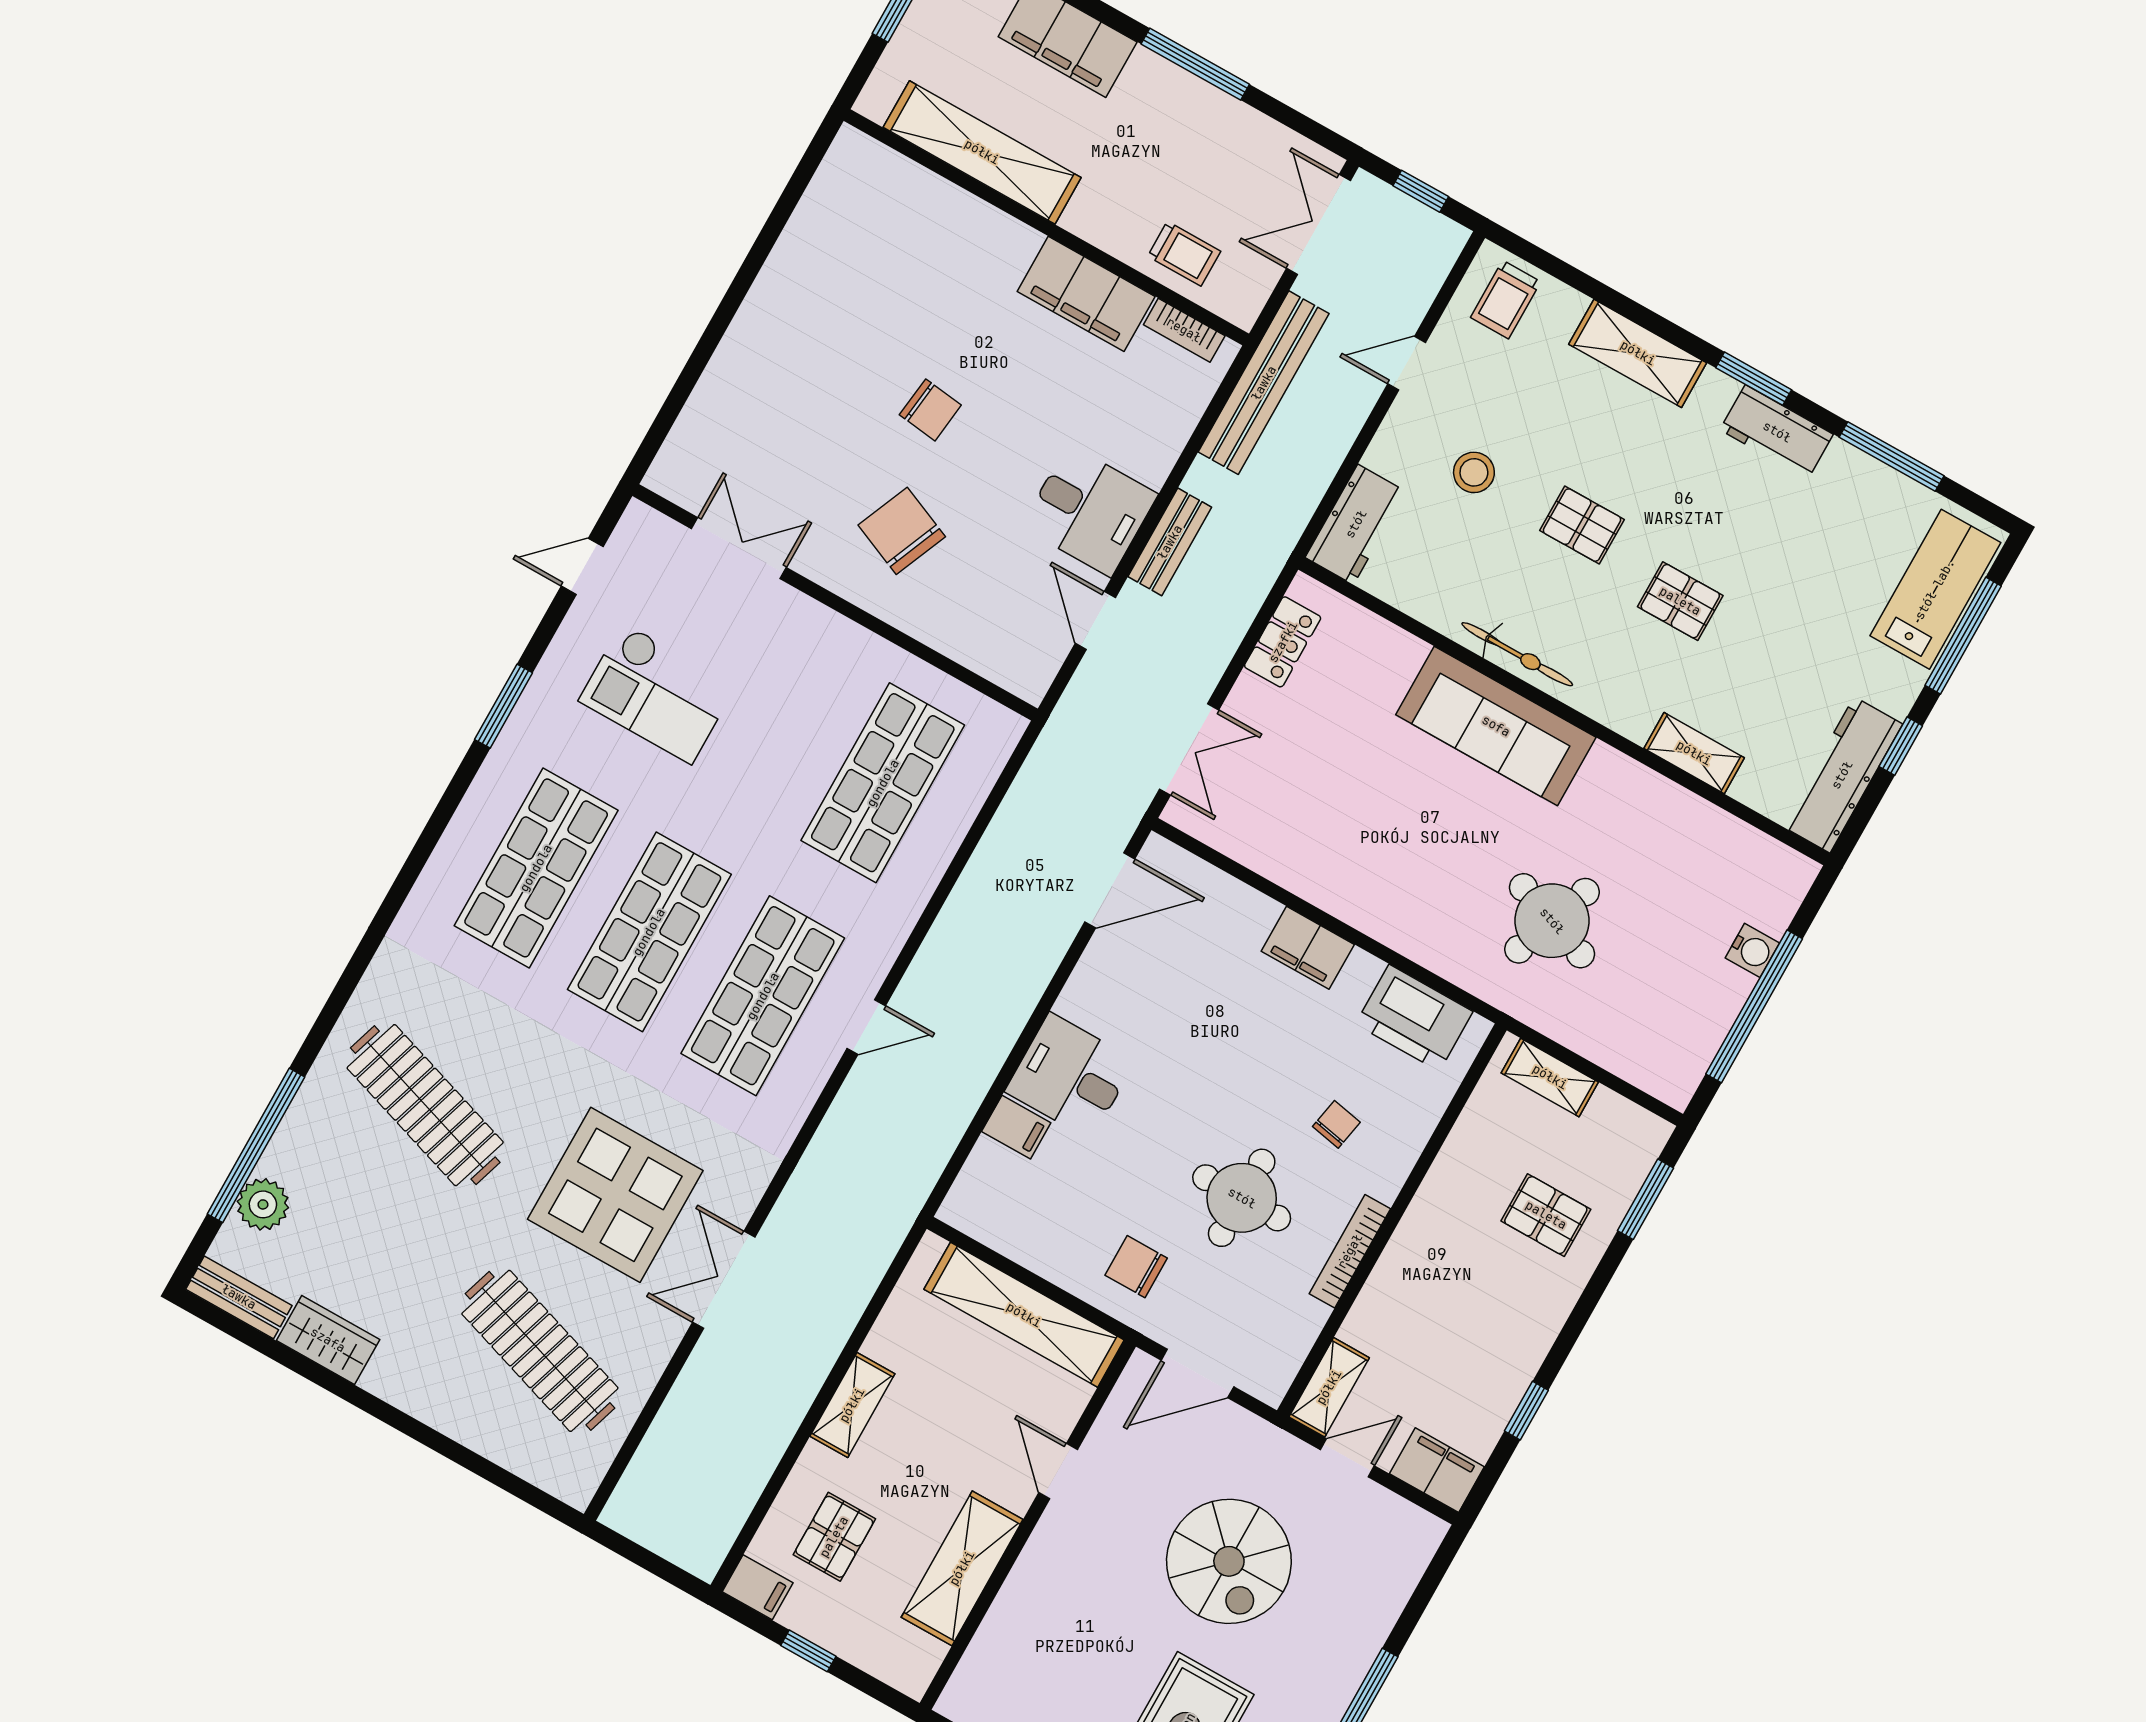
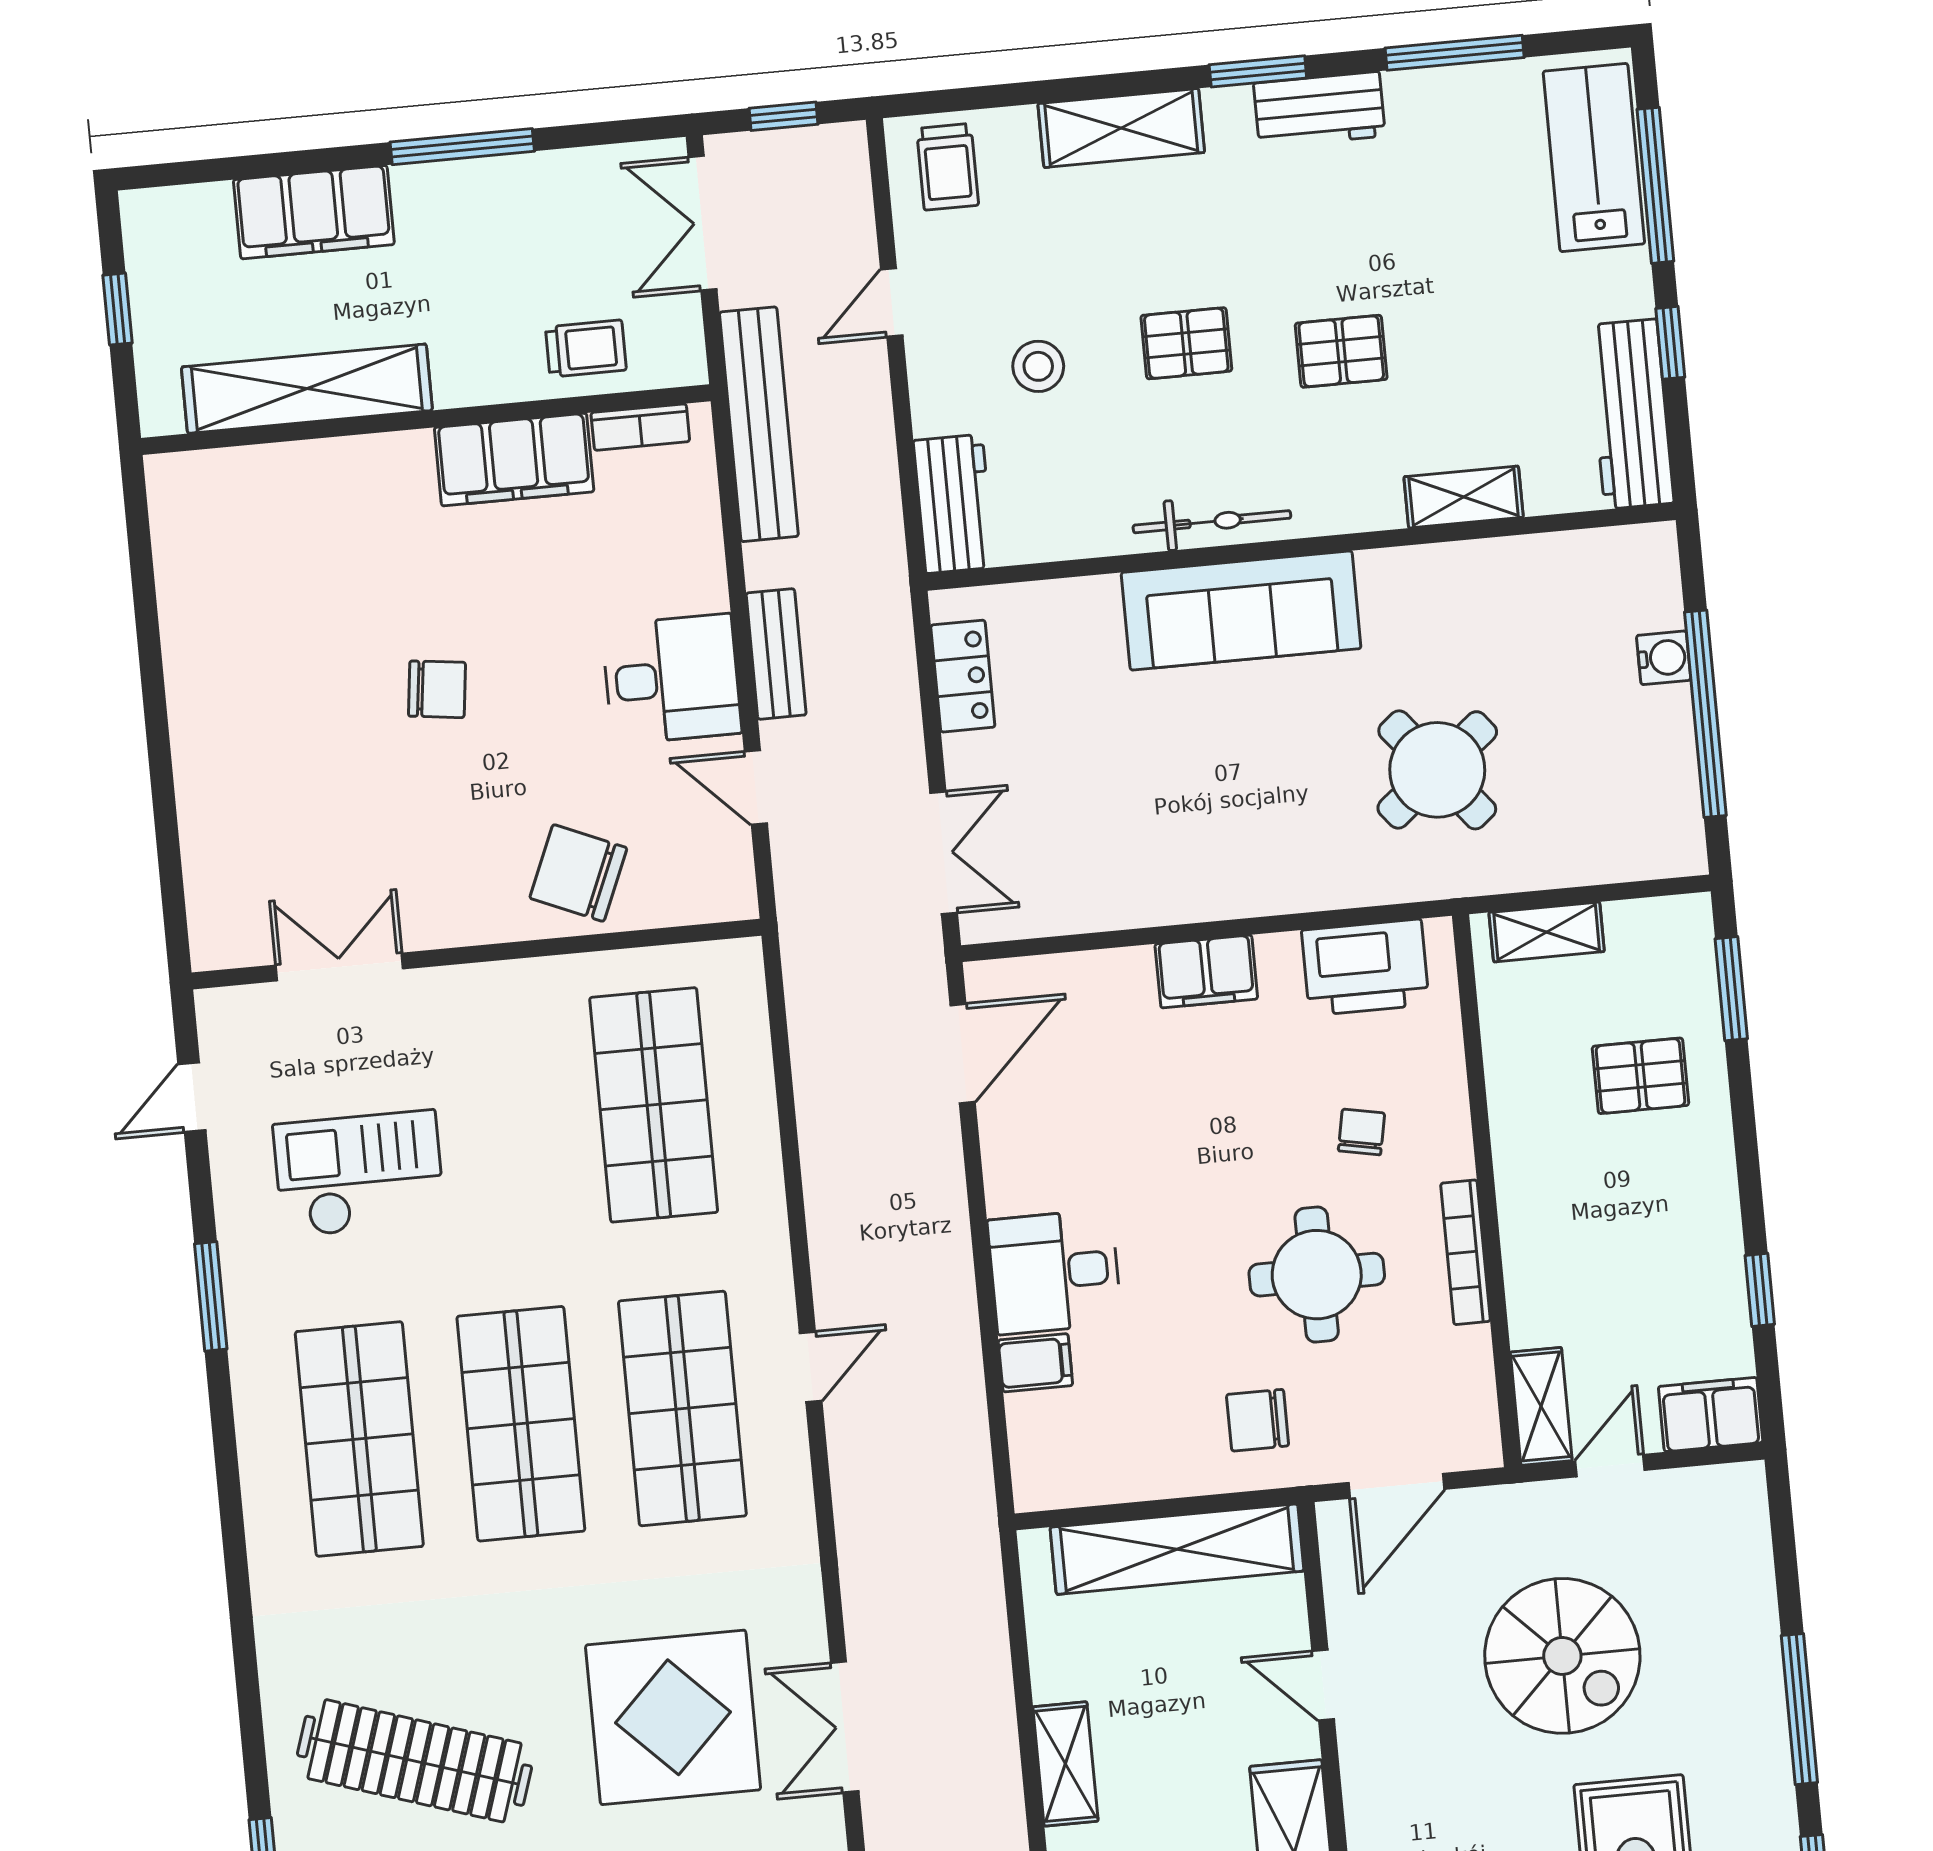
chair: (902, 531) -> (578, 873), moved
checkout: (657, 693) -> (359, 1174), turned 180
round table: (1552, 921) -> (1437, 770), turned 31

